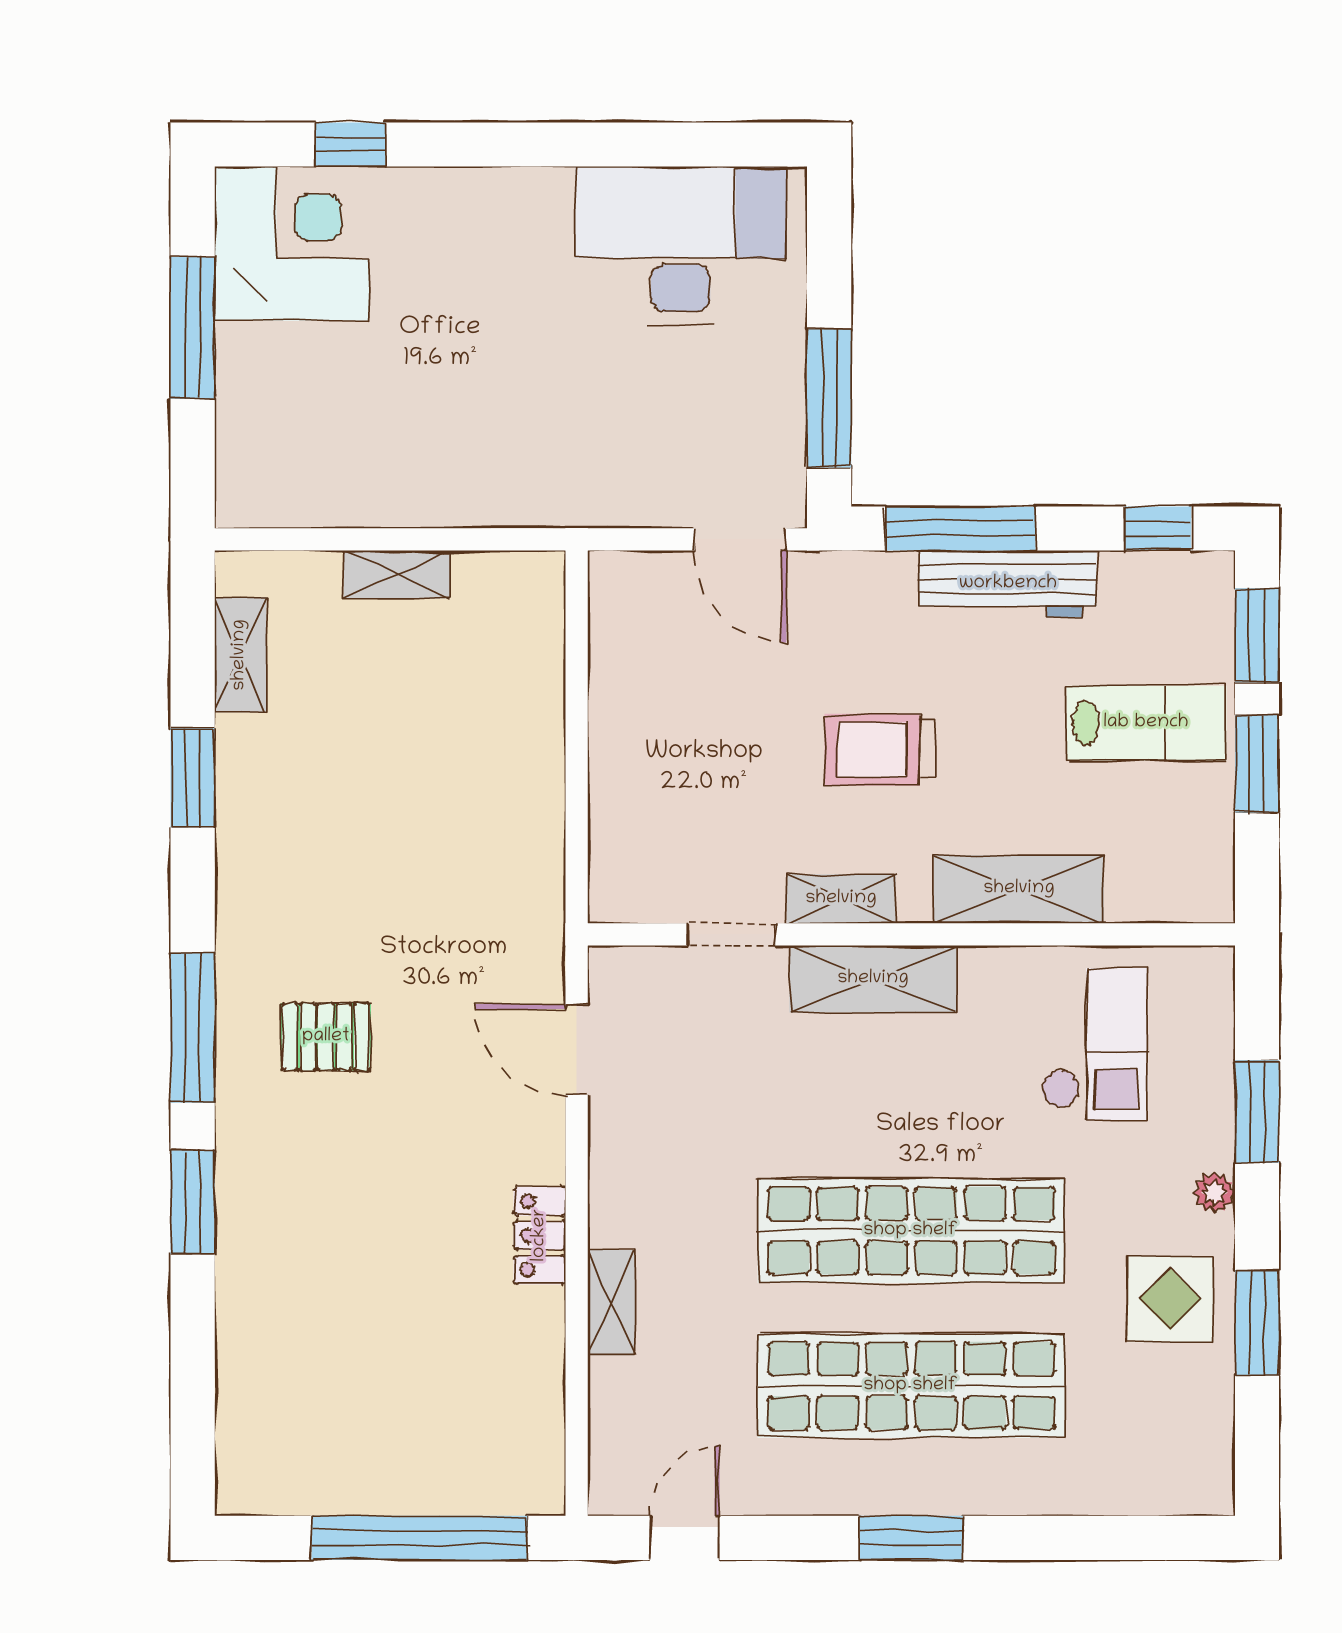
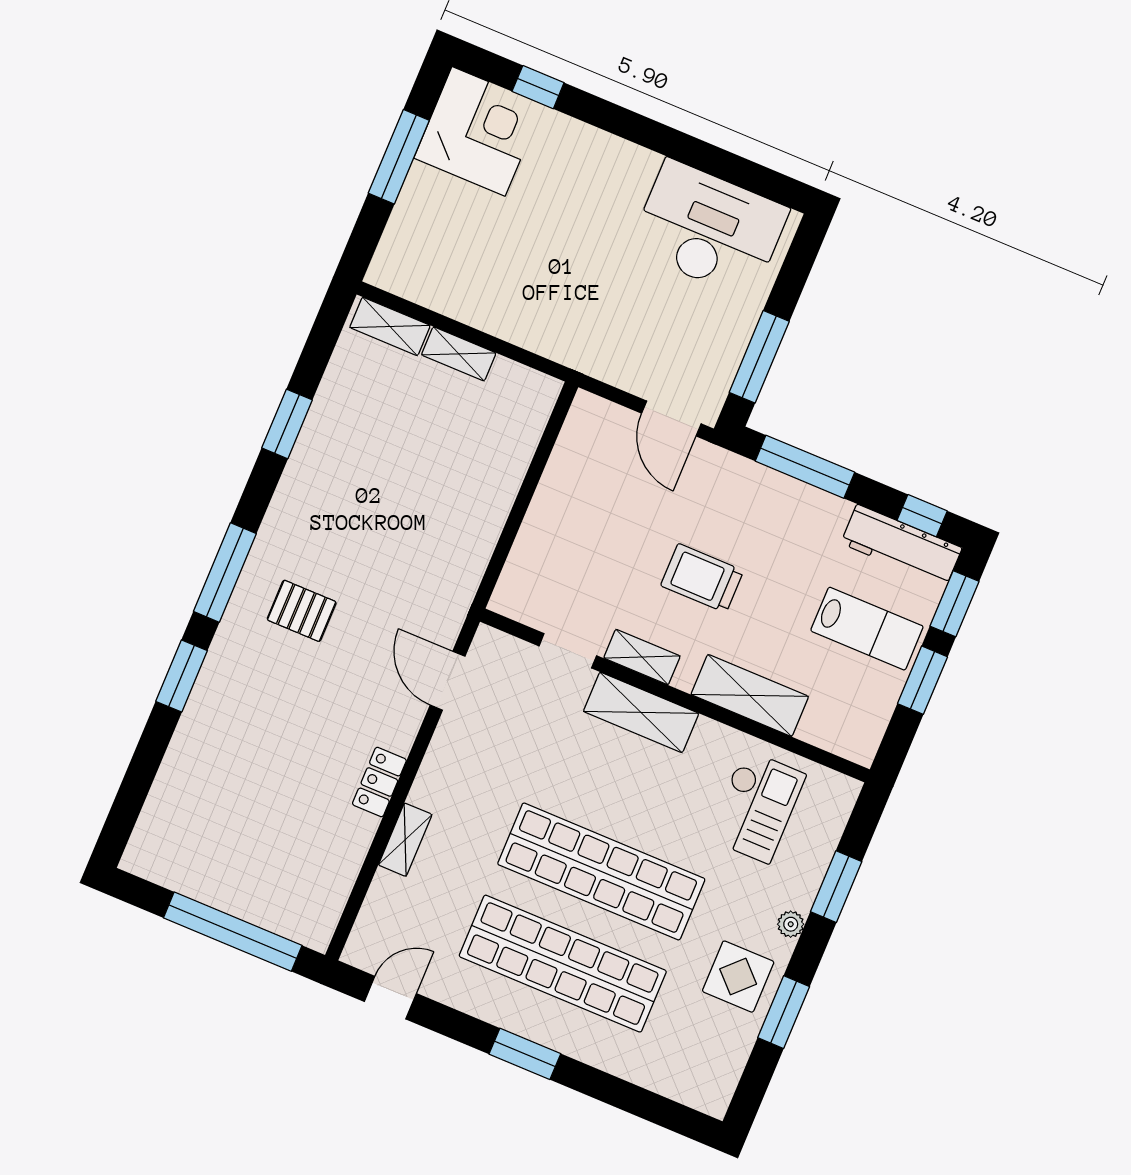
workbench: (1008, 584) -> (901, 546), moved
shelving: (240, 655) -> (390, 326), moved, turned 90

